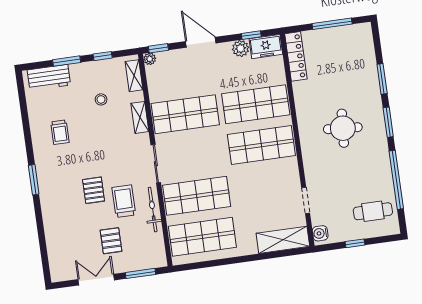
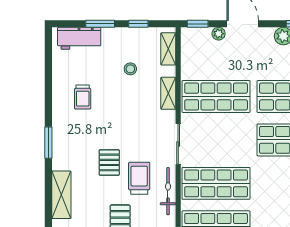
plant: (150, 59) -> (219, 34), moved
shelving: (53, 227) -> (61, 195), added

